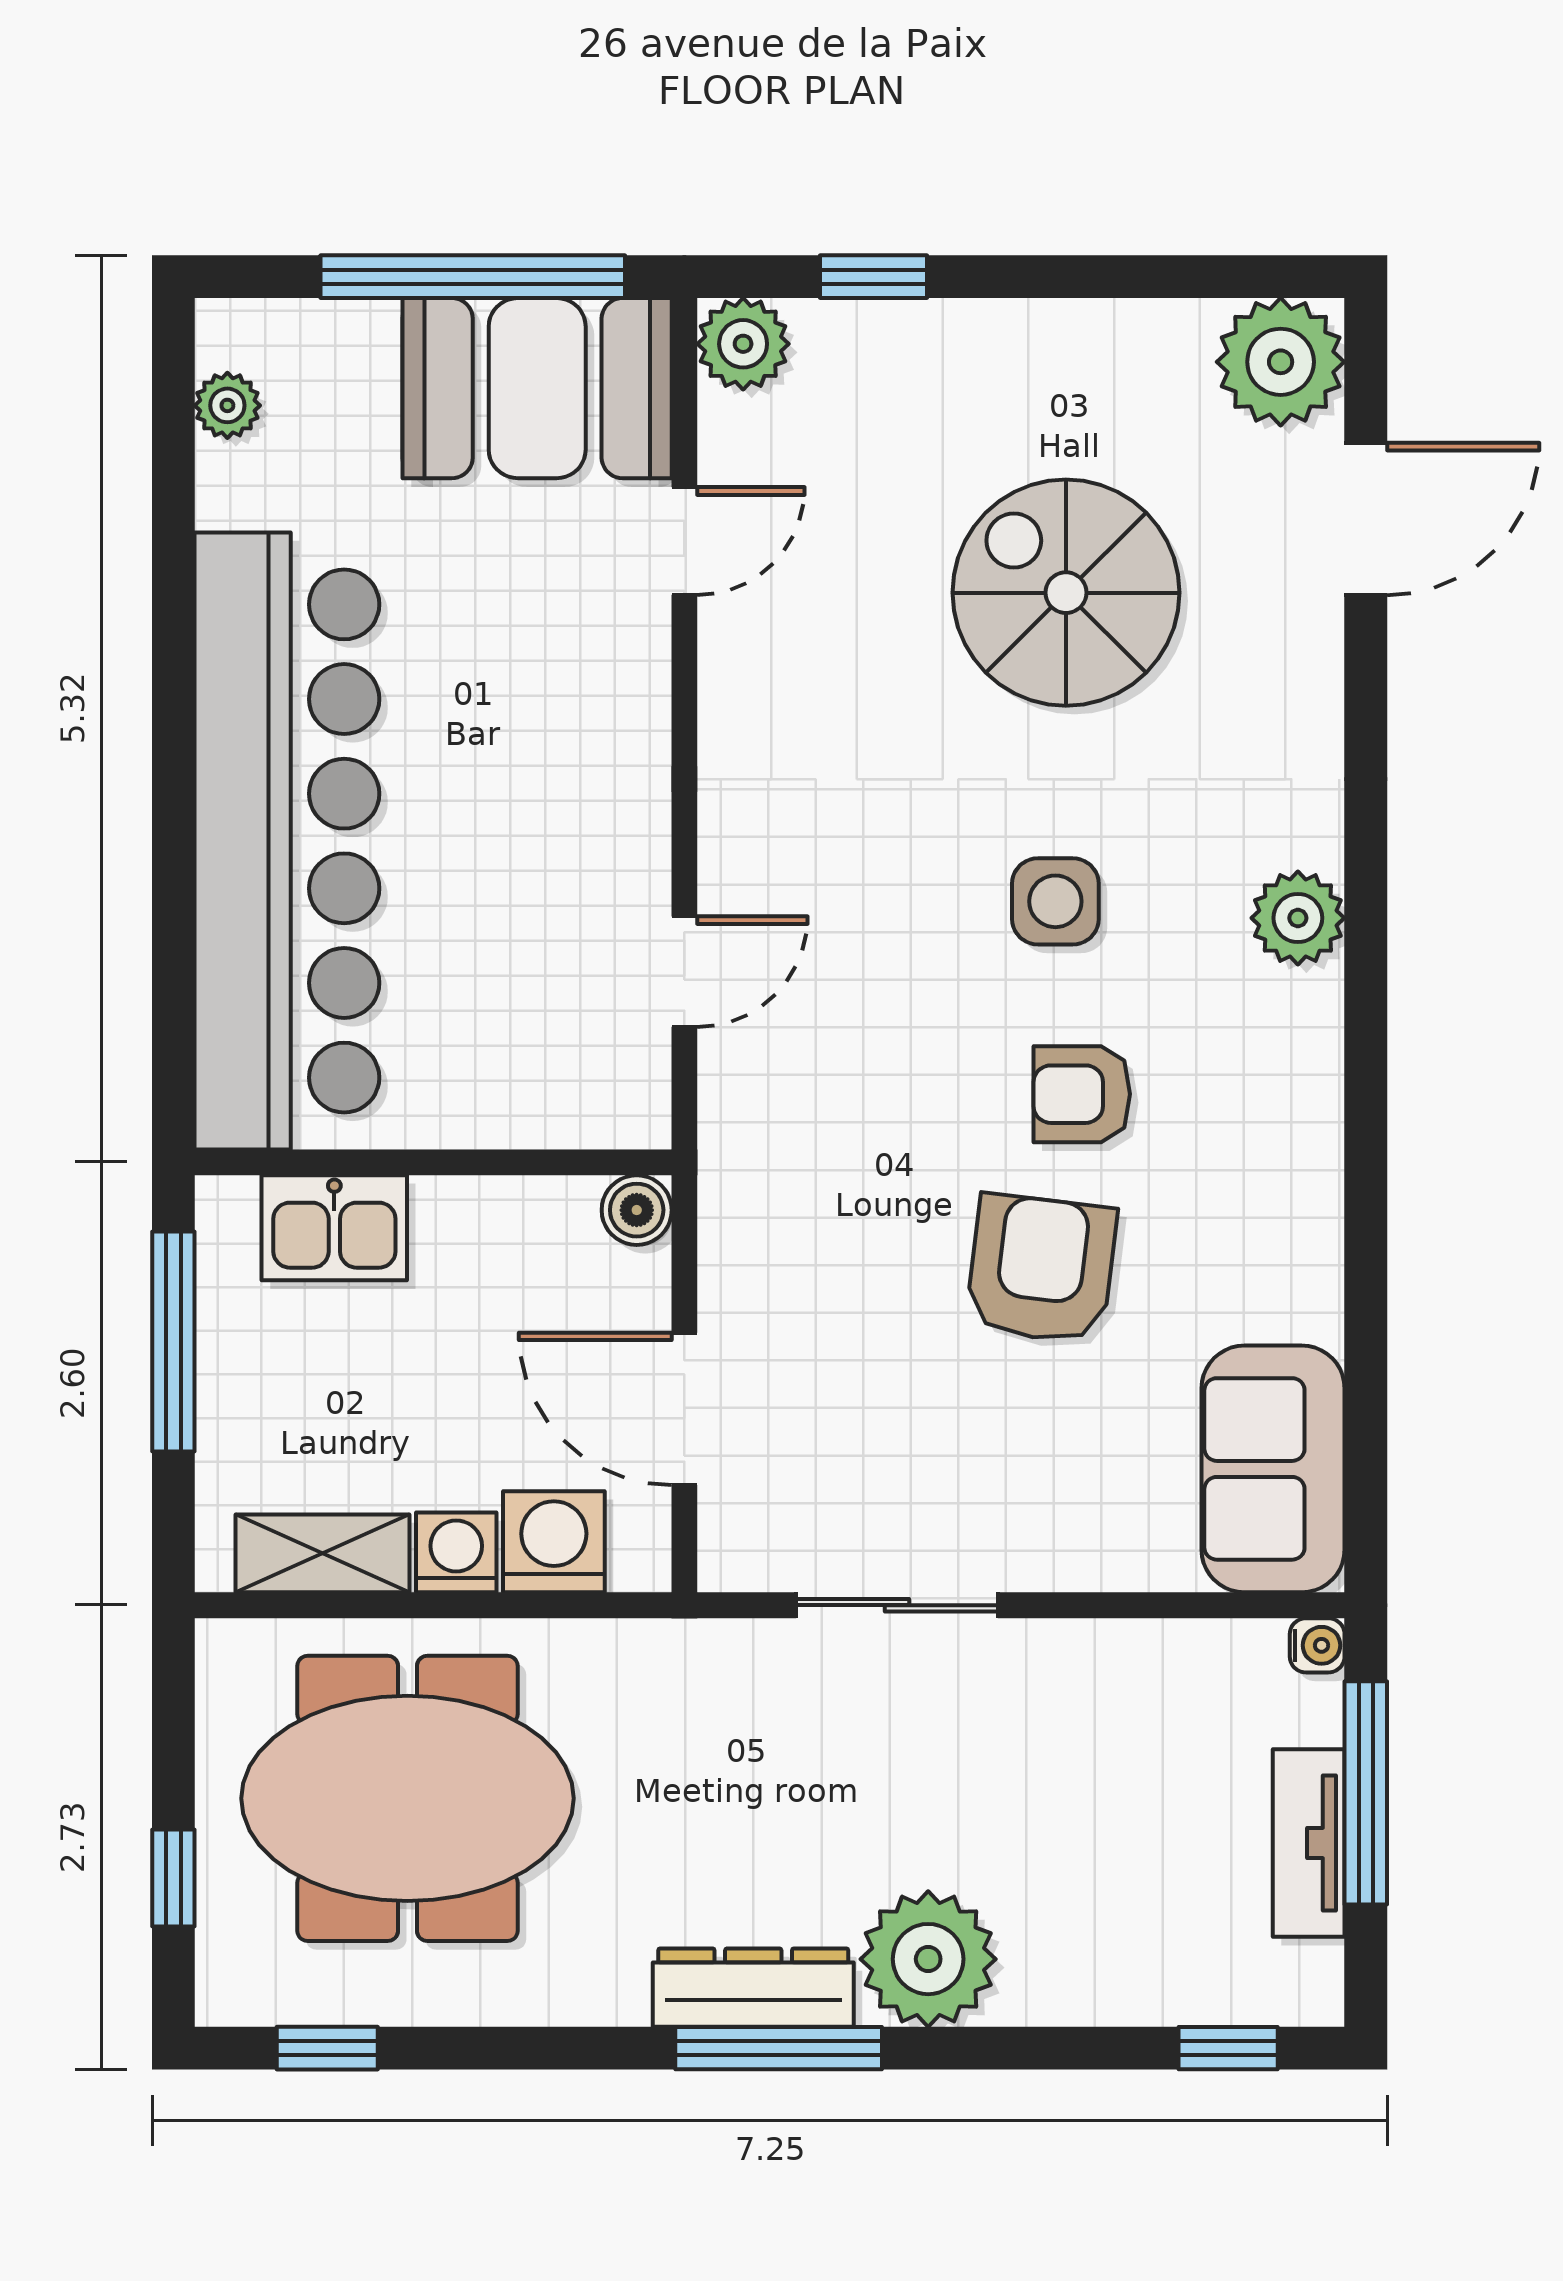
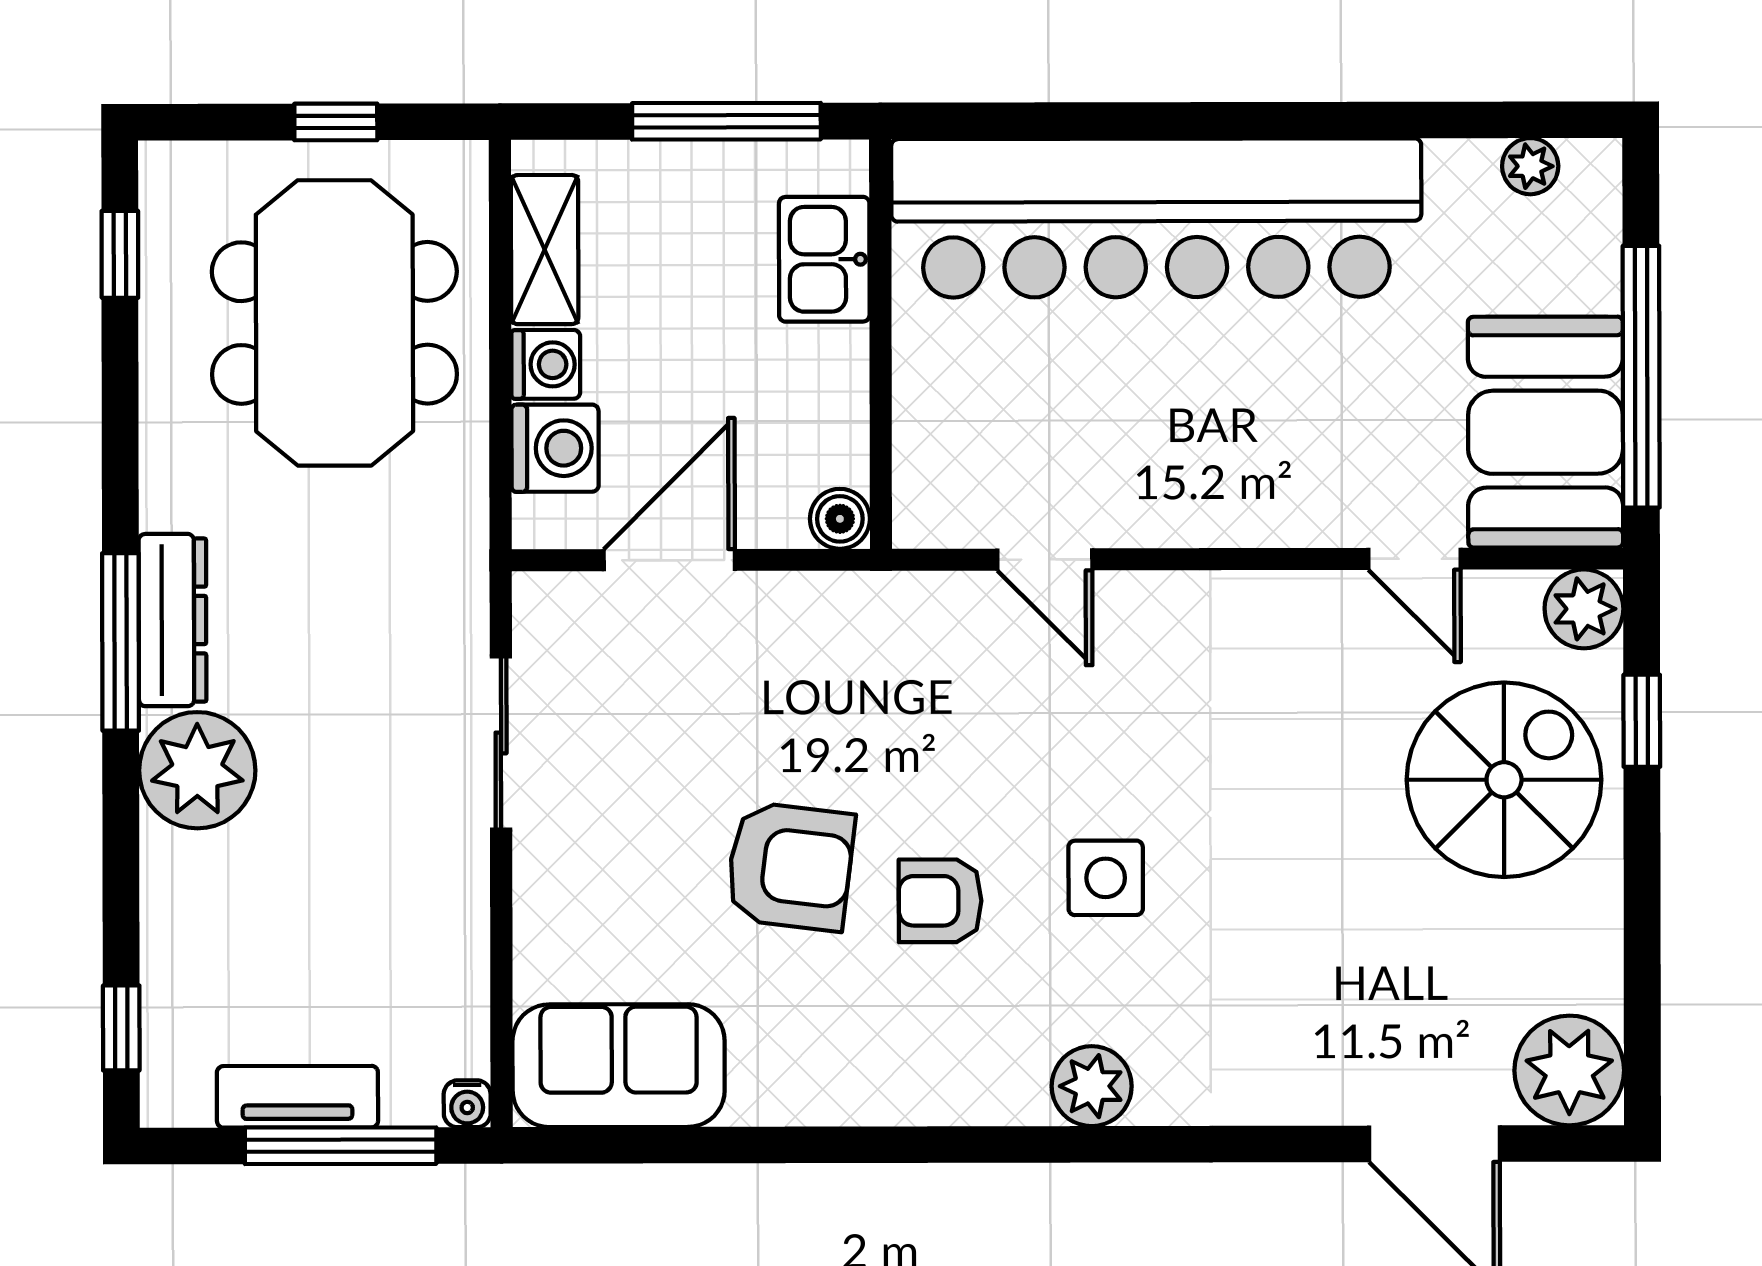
spiral stairs: (1066, 593) -> (1504, 780), moved
armchair: (1082, 1094) -> (940, 901), turned -90
window: (173, 1878) -> (336, 122), moved

